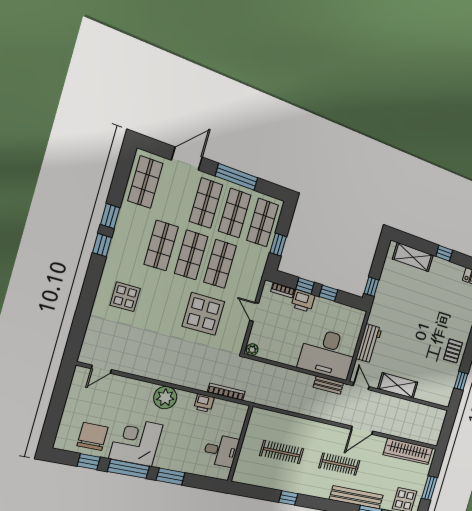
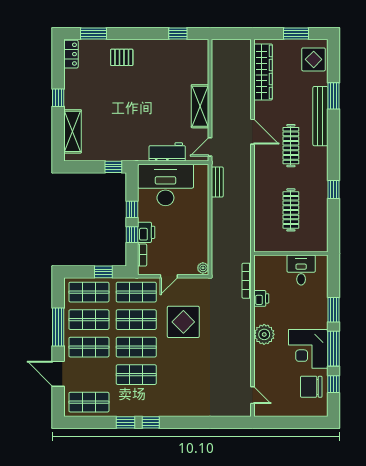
shop shelf: (248, 273) -> (136, 292), added
display table: (125, 297) -> (187, 392), removed
pallet: (453, 351) -> (122, 57), moved
desk: (328, 354) -> (165, 185), moved, turned -90

